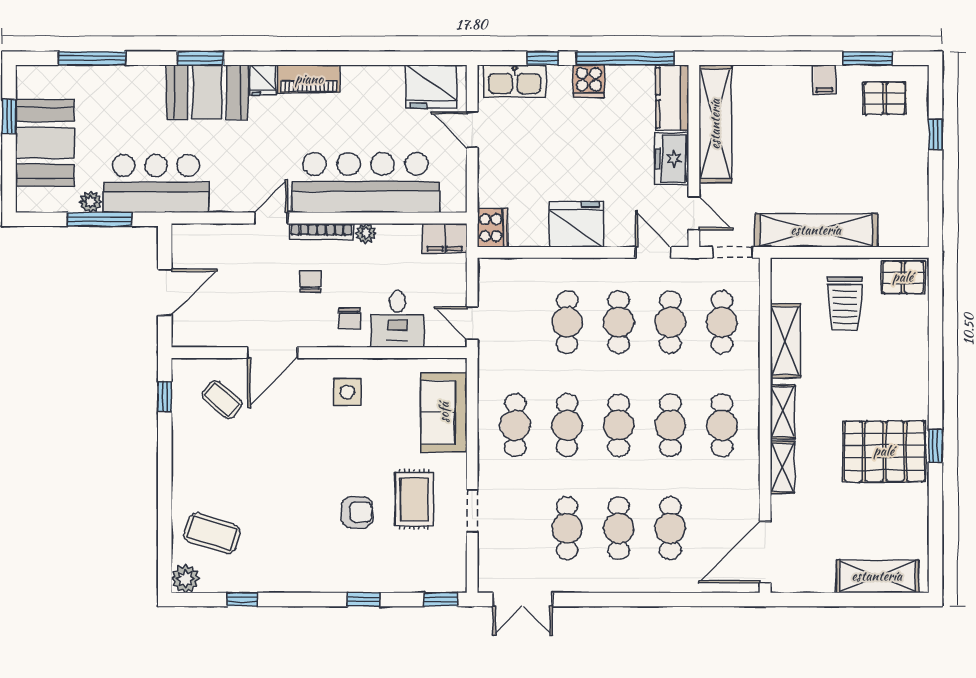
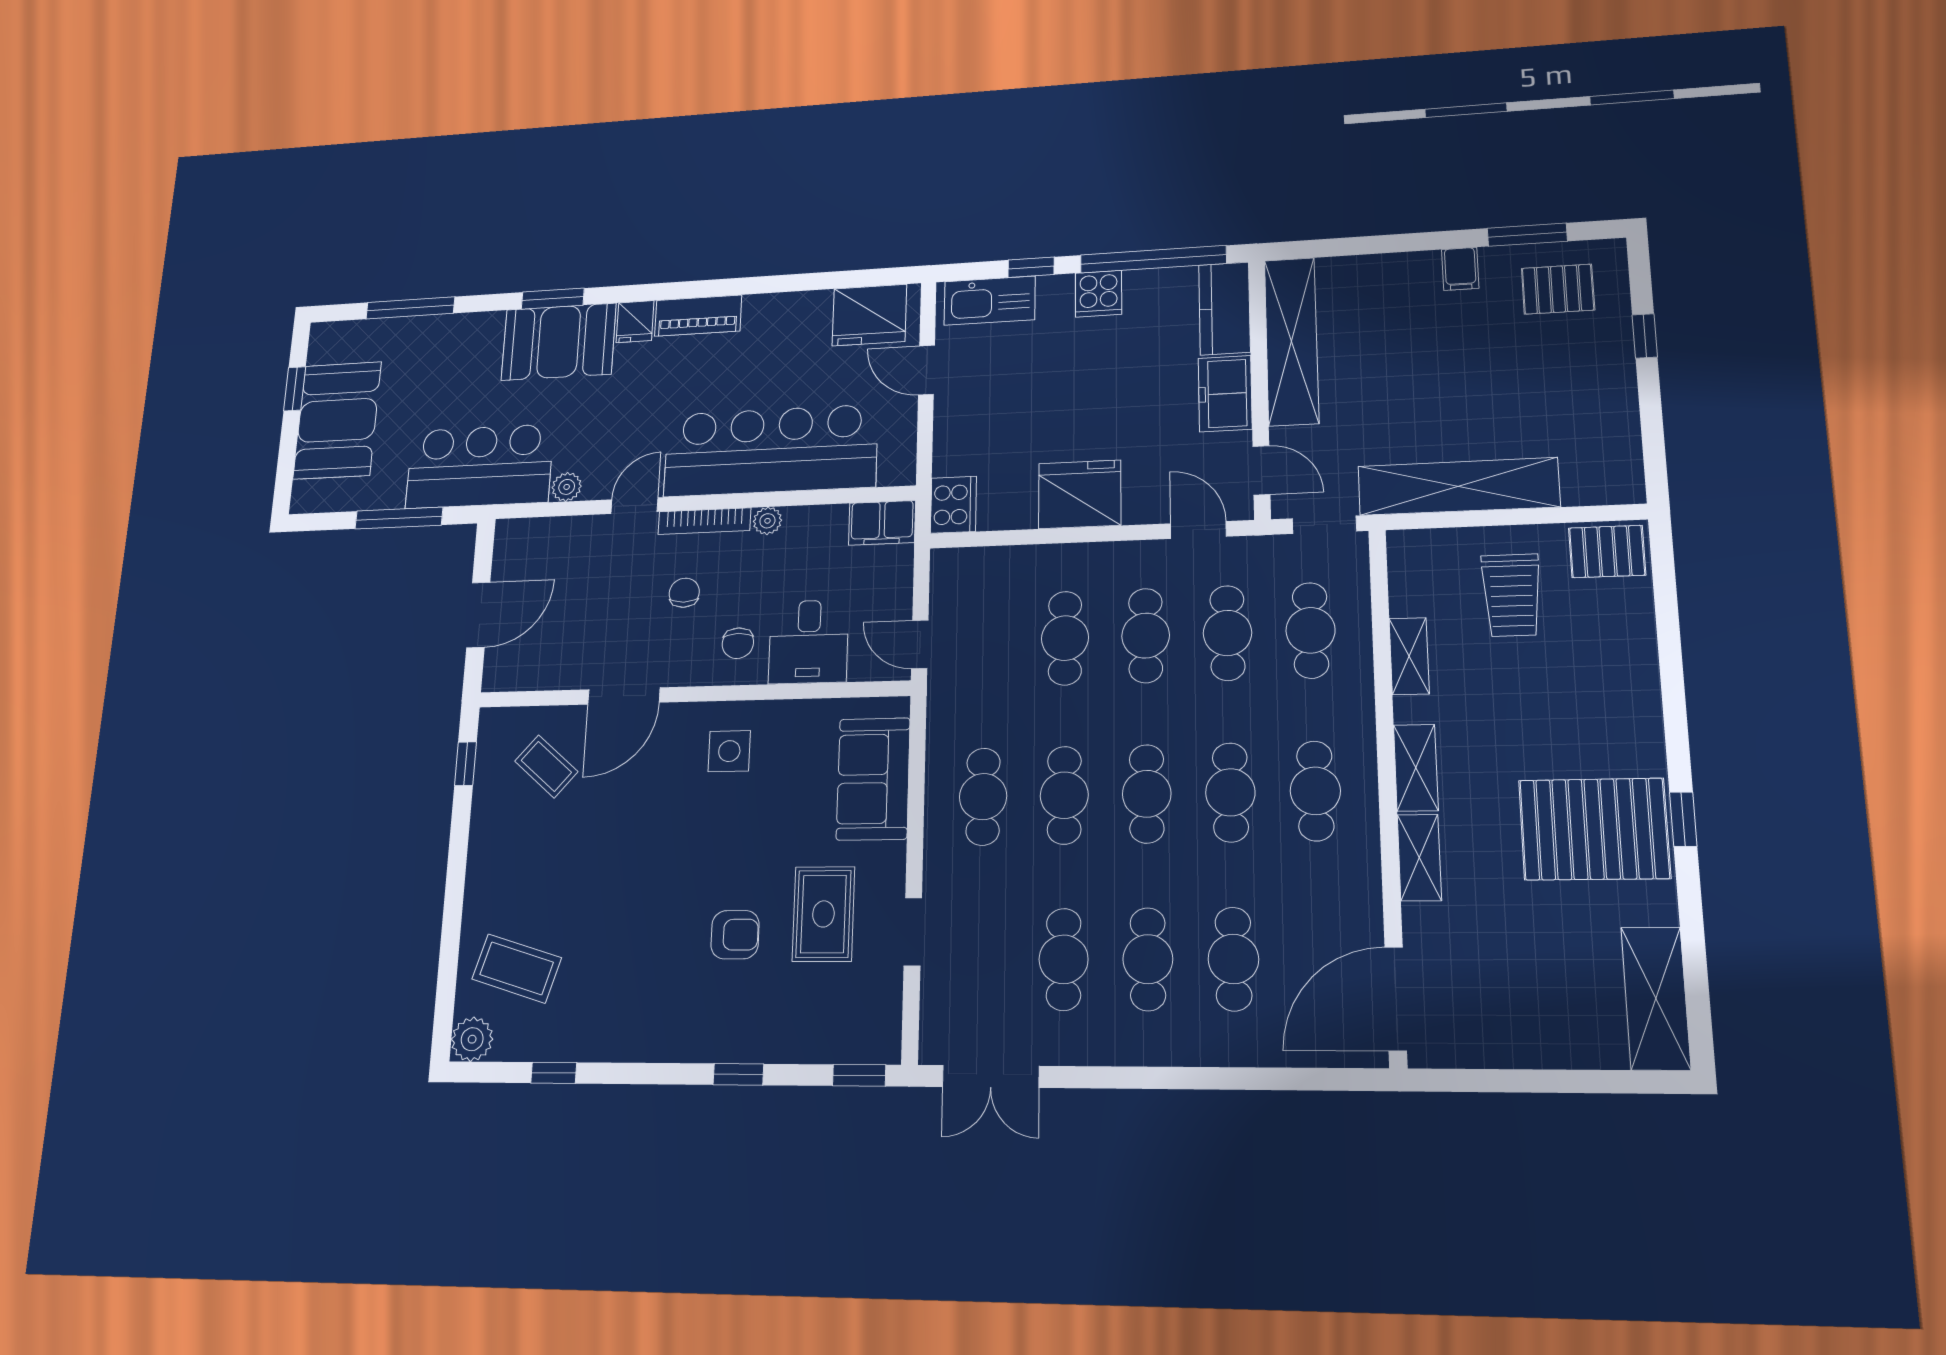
plant: (91, 202) -> (567, 487), moved
shelving: (785, 341) -> (1409, 656), width x0.67, depth x0.75
shelving: (877, 576) -> (1656, 998), moved, turned 90

